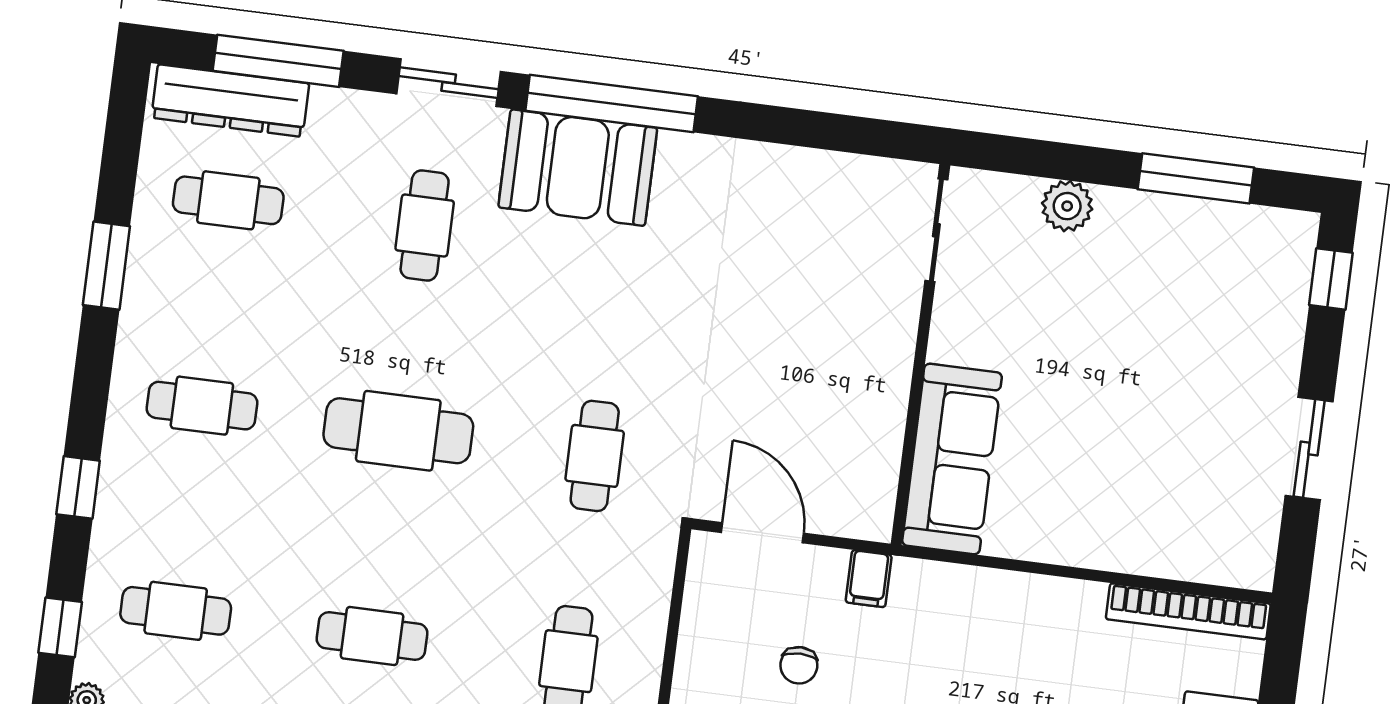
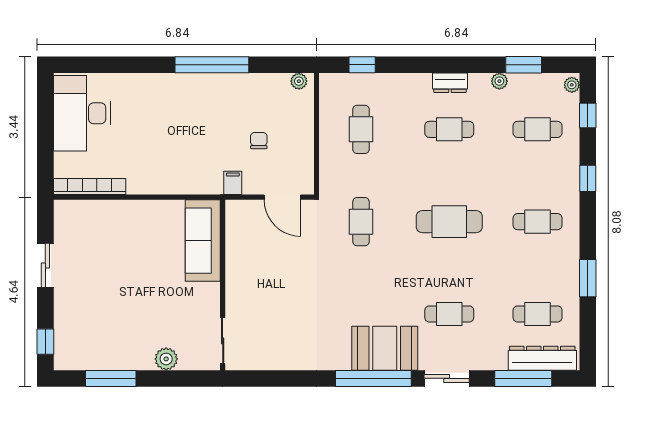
cafe table: (425, 225) -> (449, 314), turned 90

